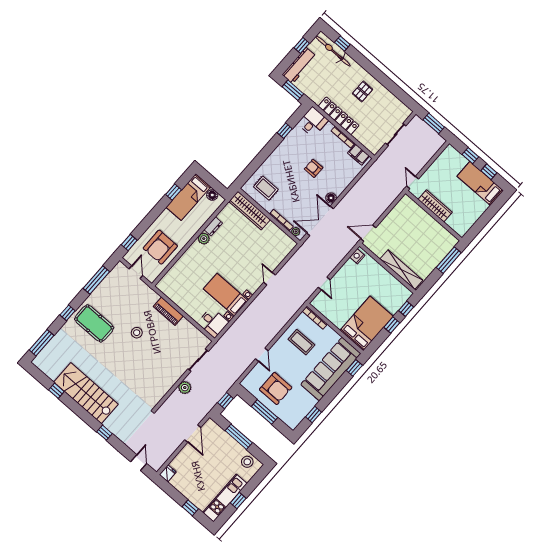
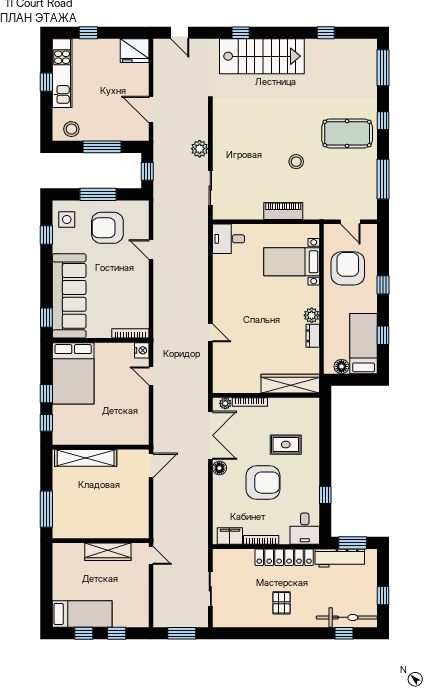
workbench: (299, 65) -> (340, 558), moved, turned -90
armchair: (314, 168) -> (263, 483), width x1.88, depth x1.88
rug: (266, 188) -> (286, 445), moved
window: (129, 242) -> (383, 285), moved
nightstand: (357, 256) -> (142, 350), moved
bed with nightstands: (226, 295) -> (292, 262), moved, turned 180
coffee table: (301, 342) -> (122, 297), removed
stairs: (86, 393) -> (262, 56), moved
side table: (294, 413) -> (67, 219), added
fridge: (168, 473) -> (135, 51), width x1.88, depth x1.34

